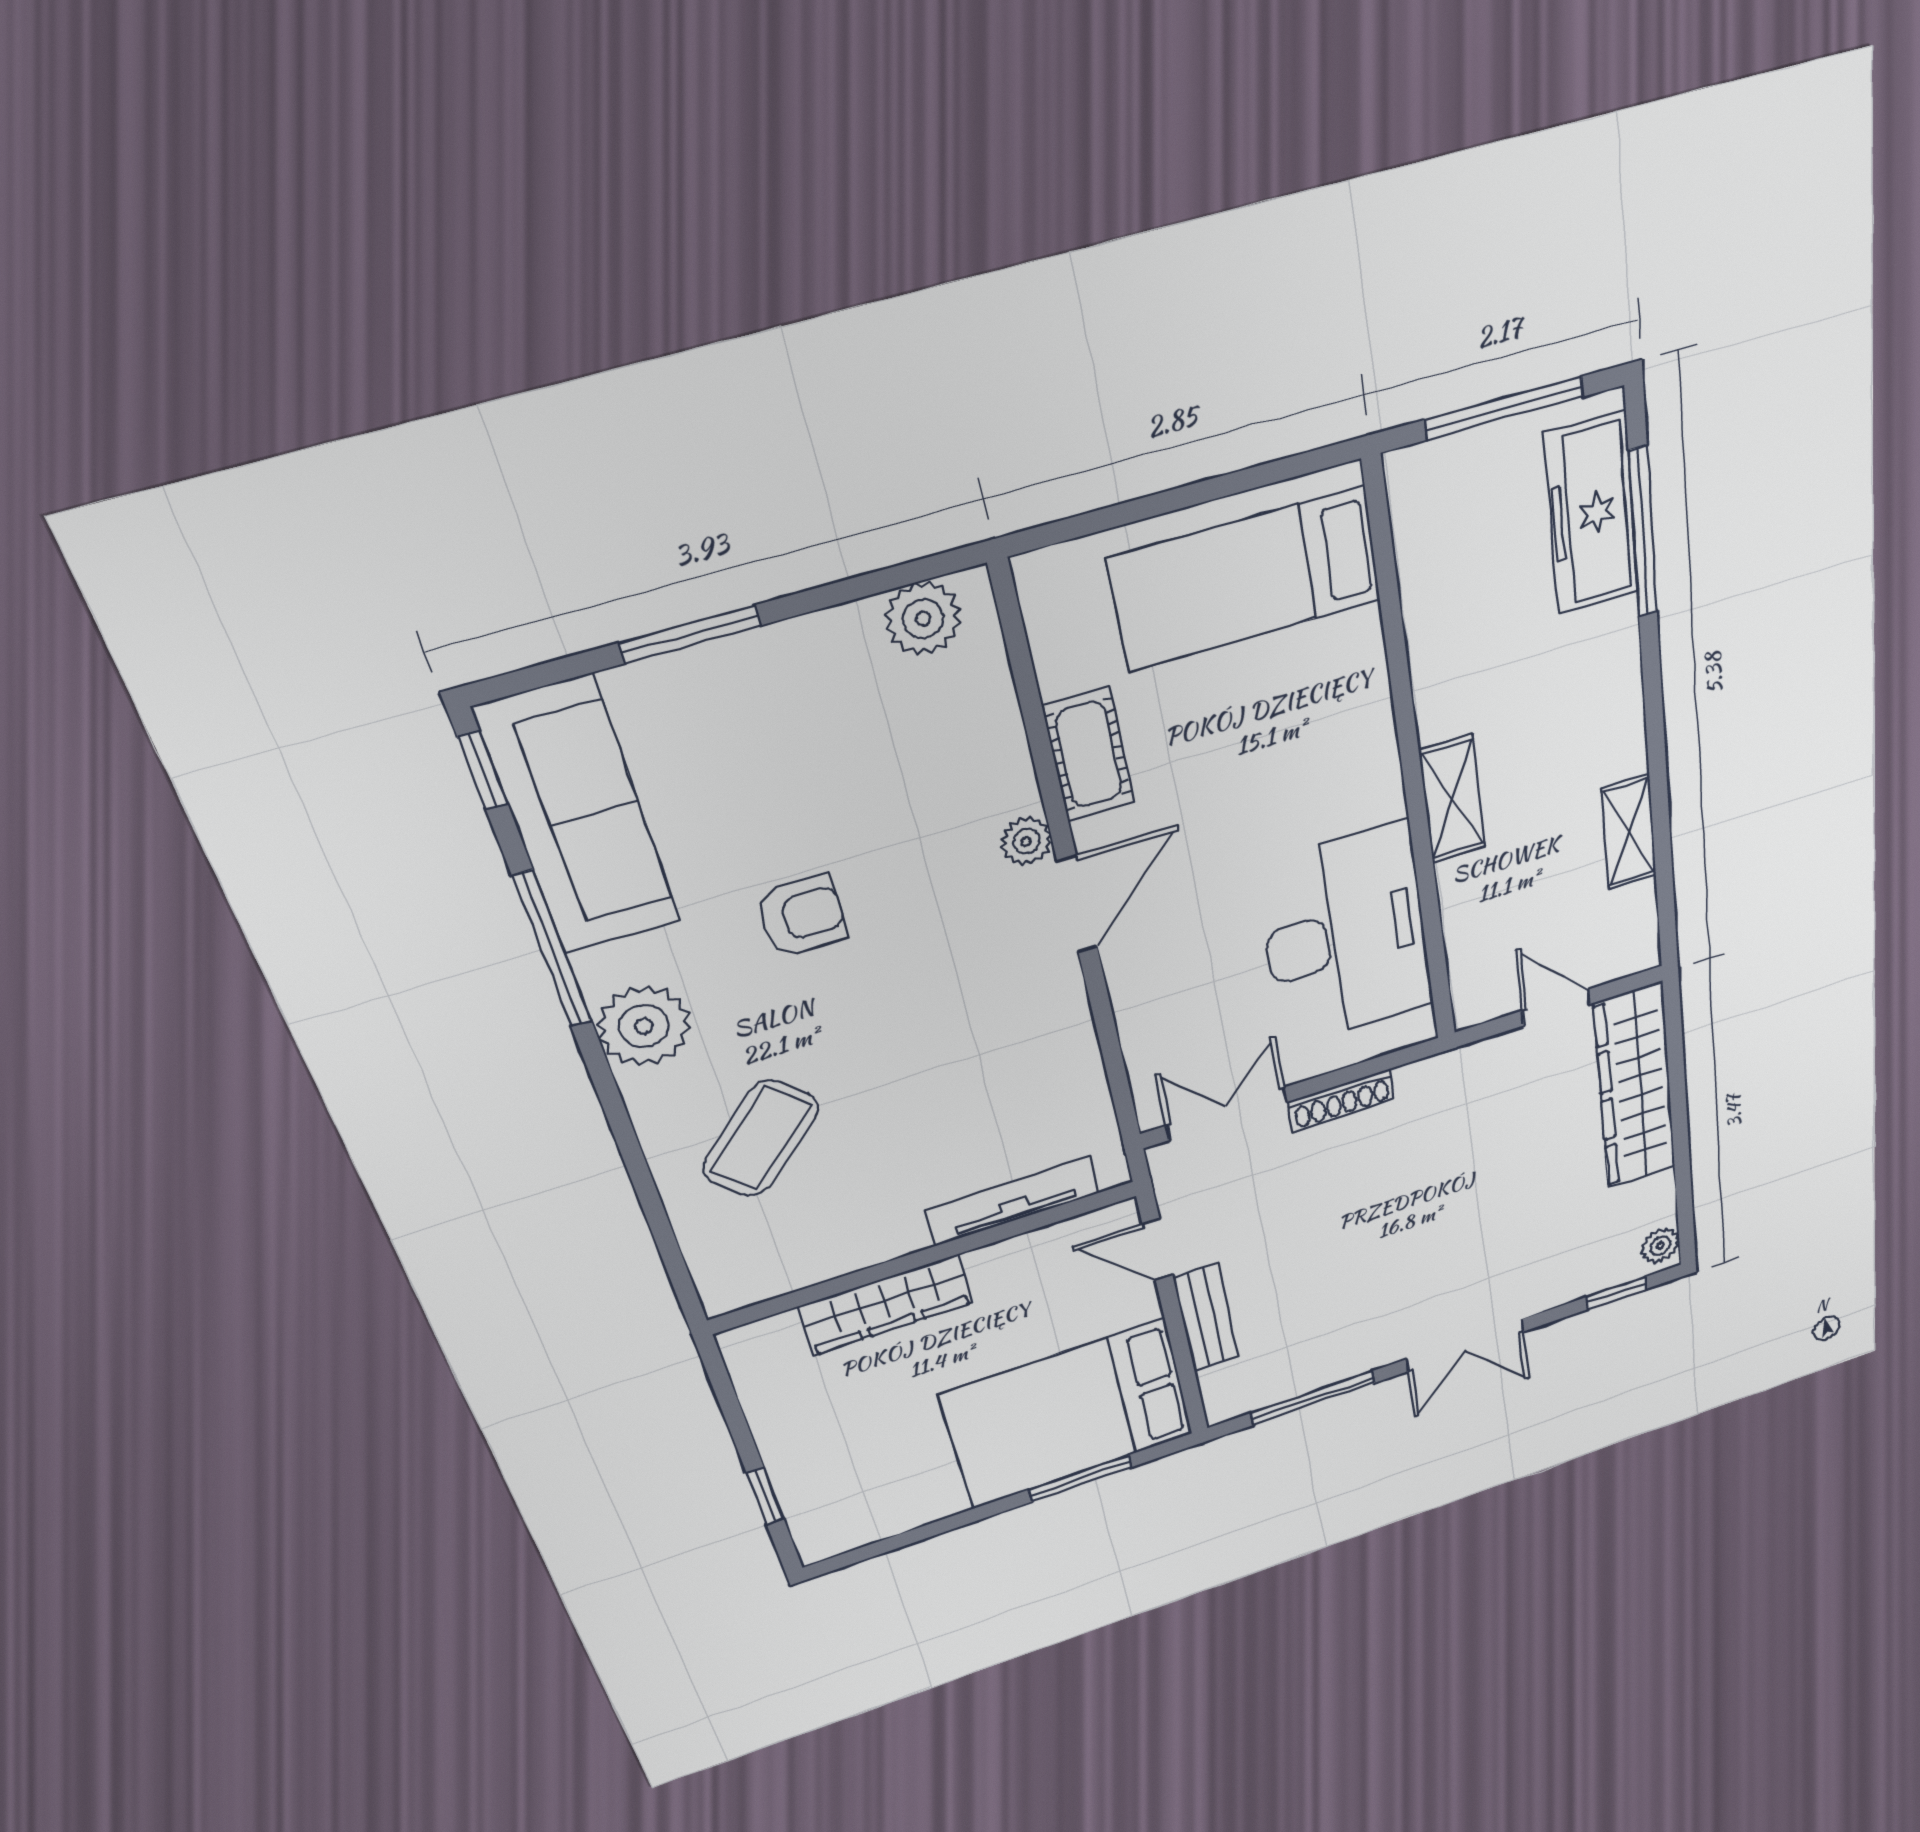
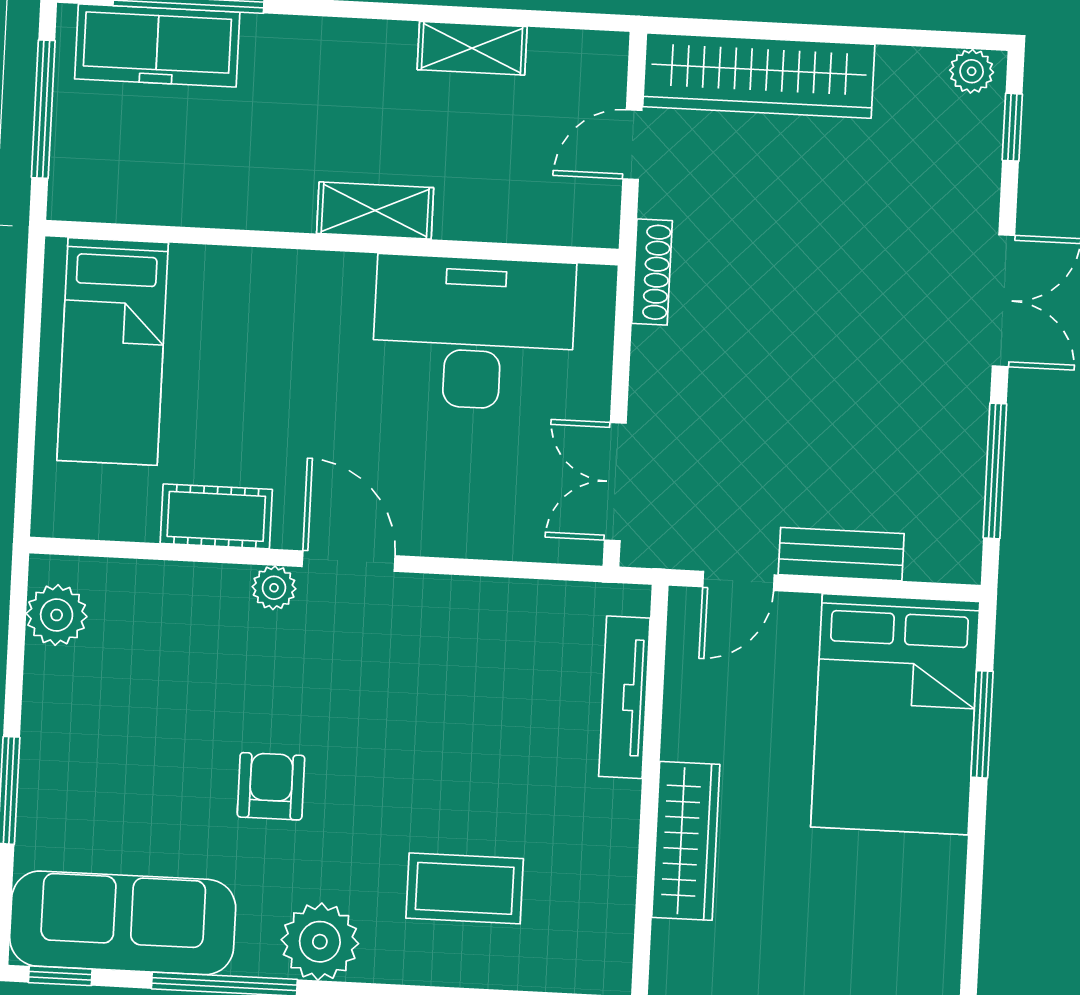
shoe rack: (1341, 1100) -> (652, 272), moved
coffee table: (761, 1138) -> (465, 888), turned -46

